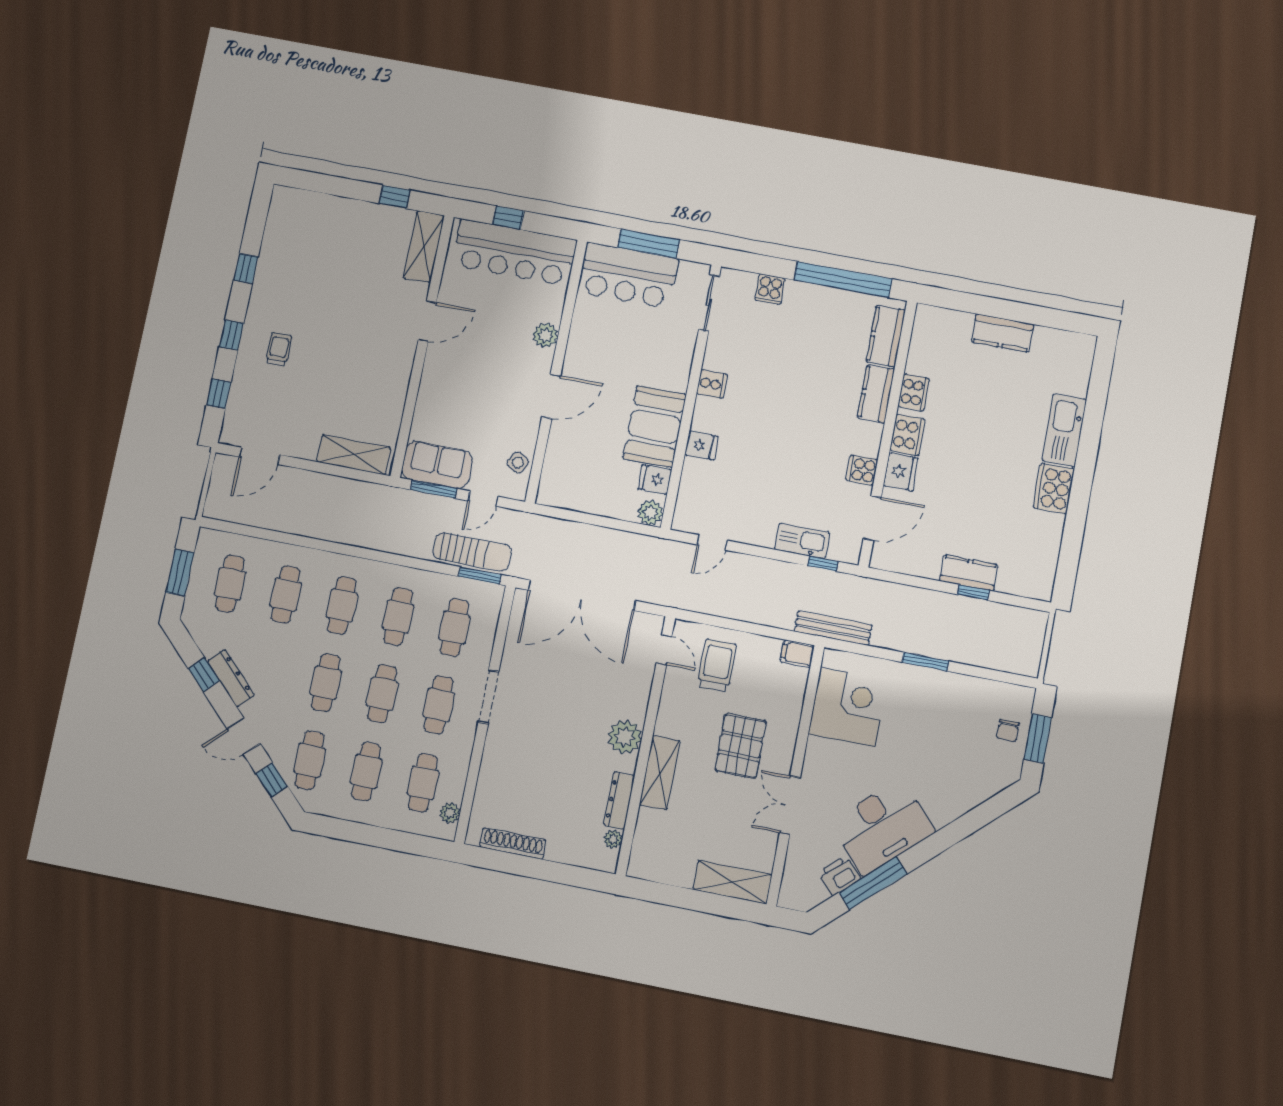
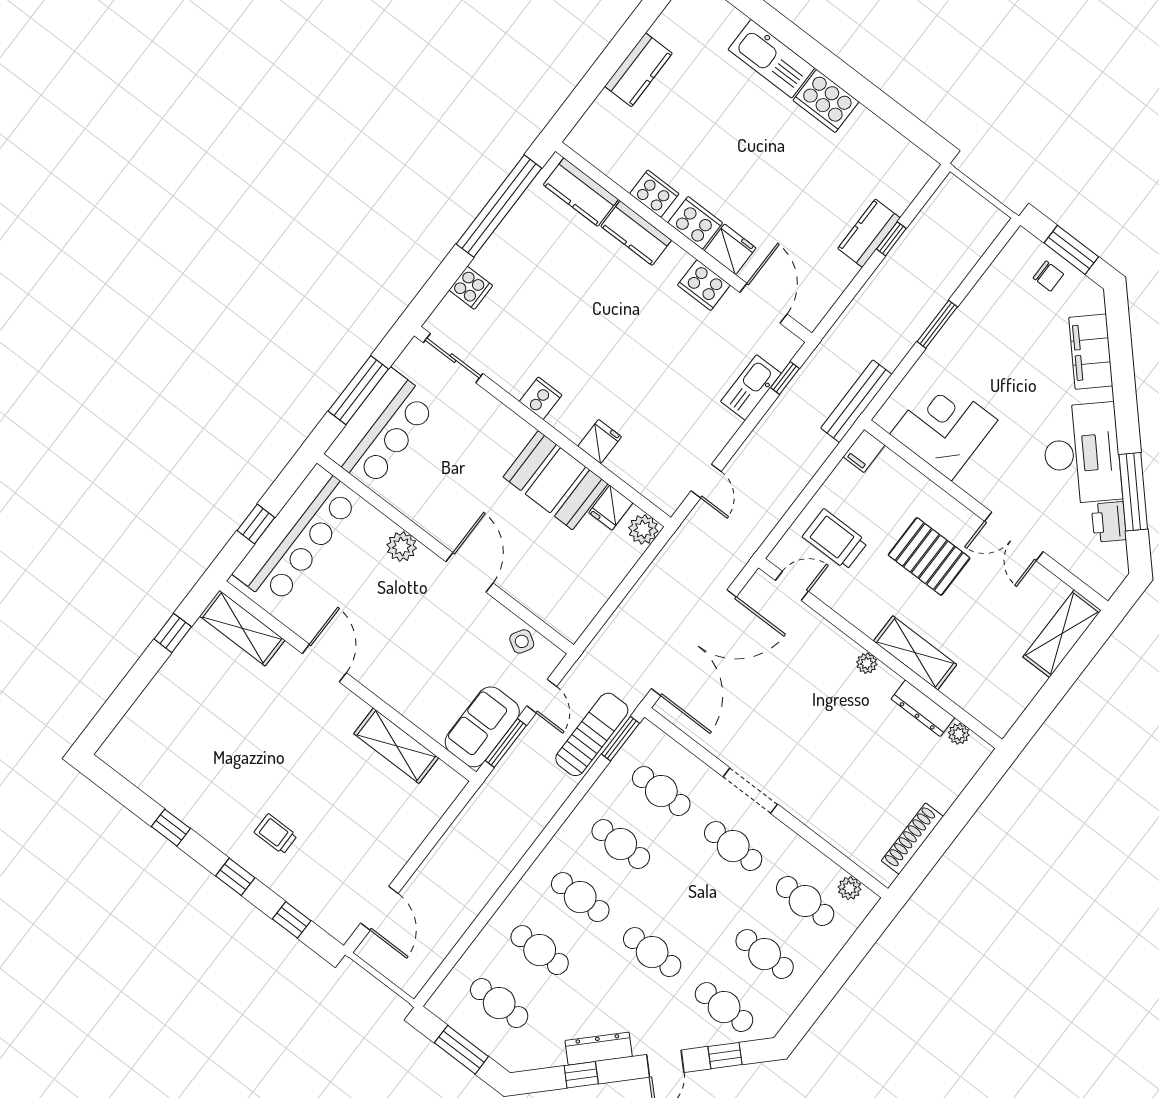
shelving: (354, 455) -> (396, 746), moved, turned 90
cooker: (862, 470) -> (704, 285), width x1.36
cafe table: (382, 694) -> (693, 899), removed
plant: (625, 737) -> (867, 663), width x0.53, depth x0.53
filing cabinet: (966, 794) -> (1091, 352), added

